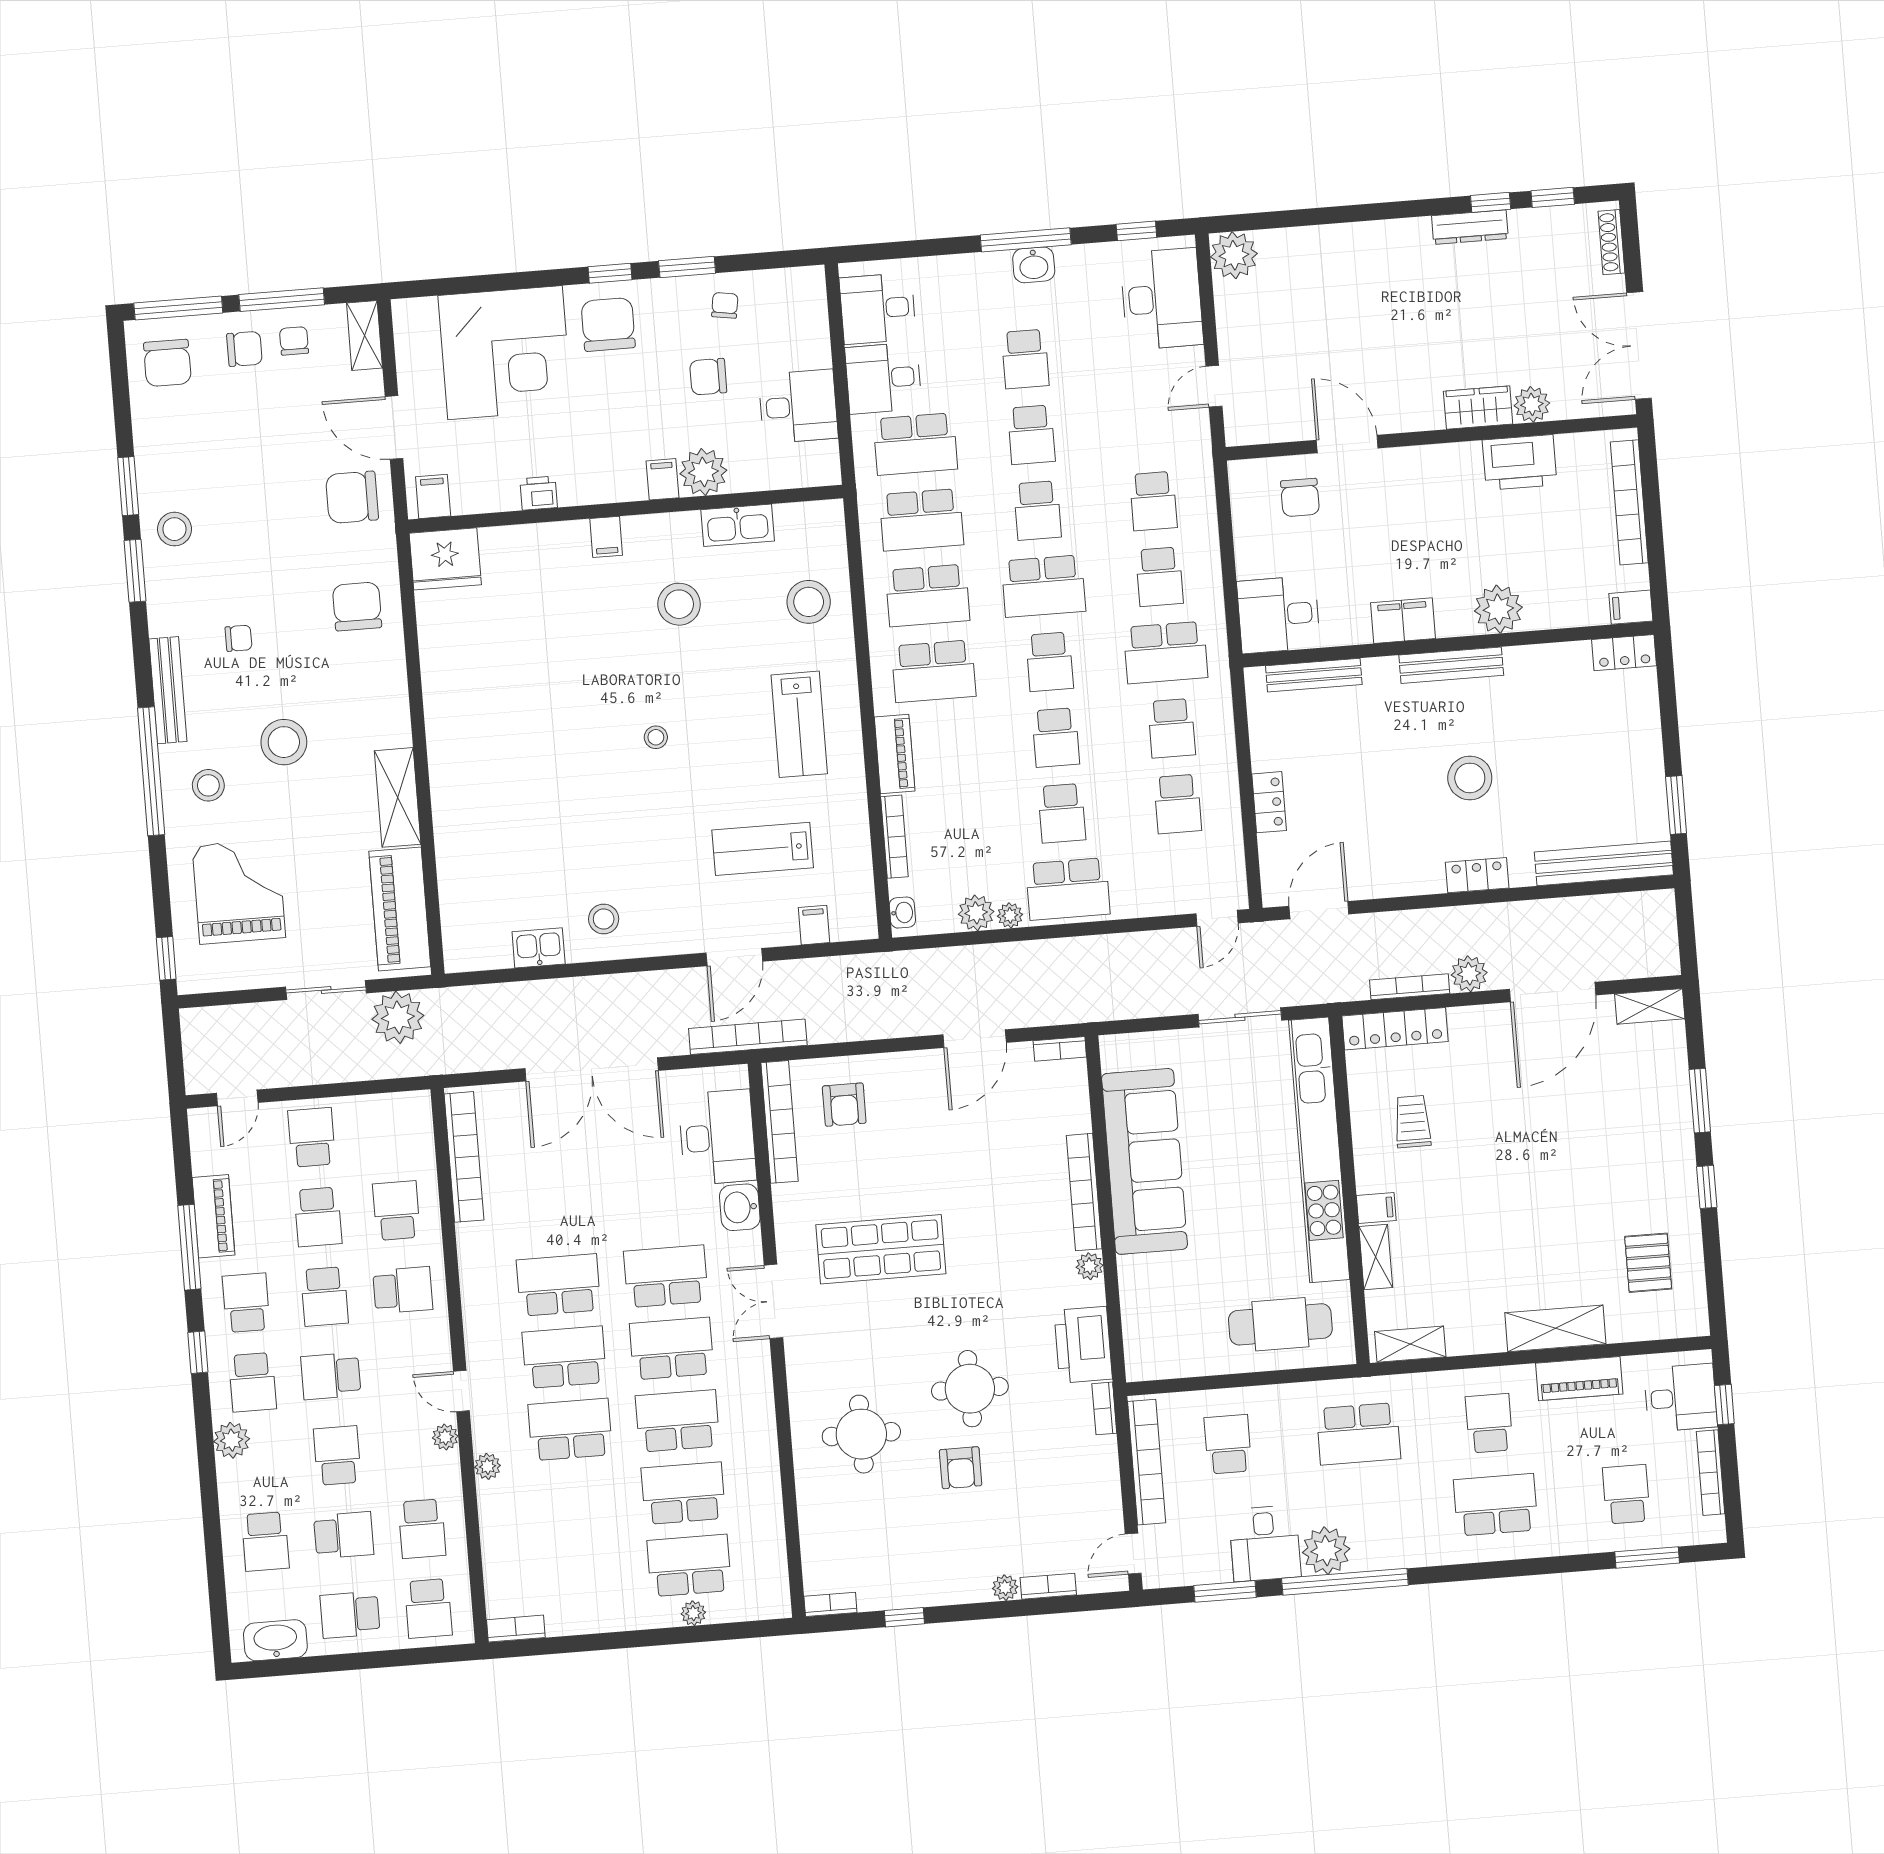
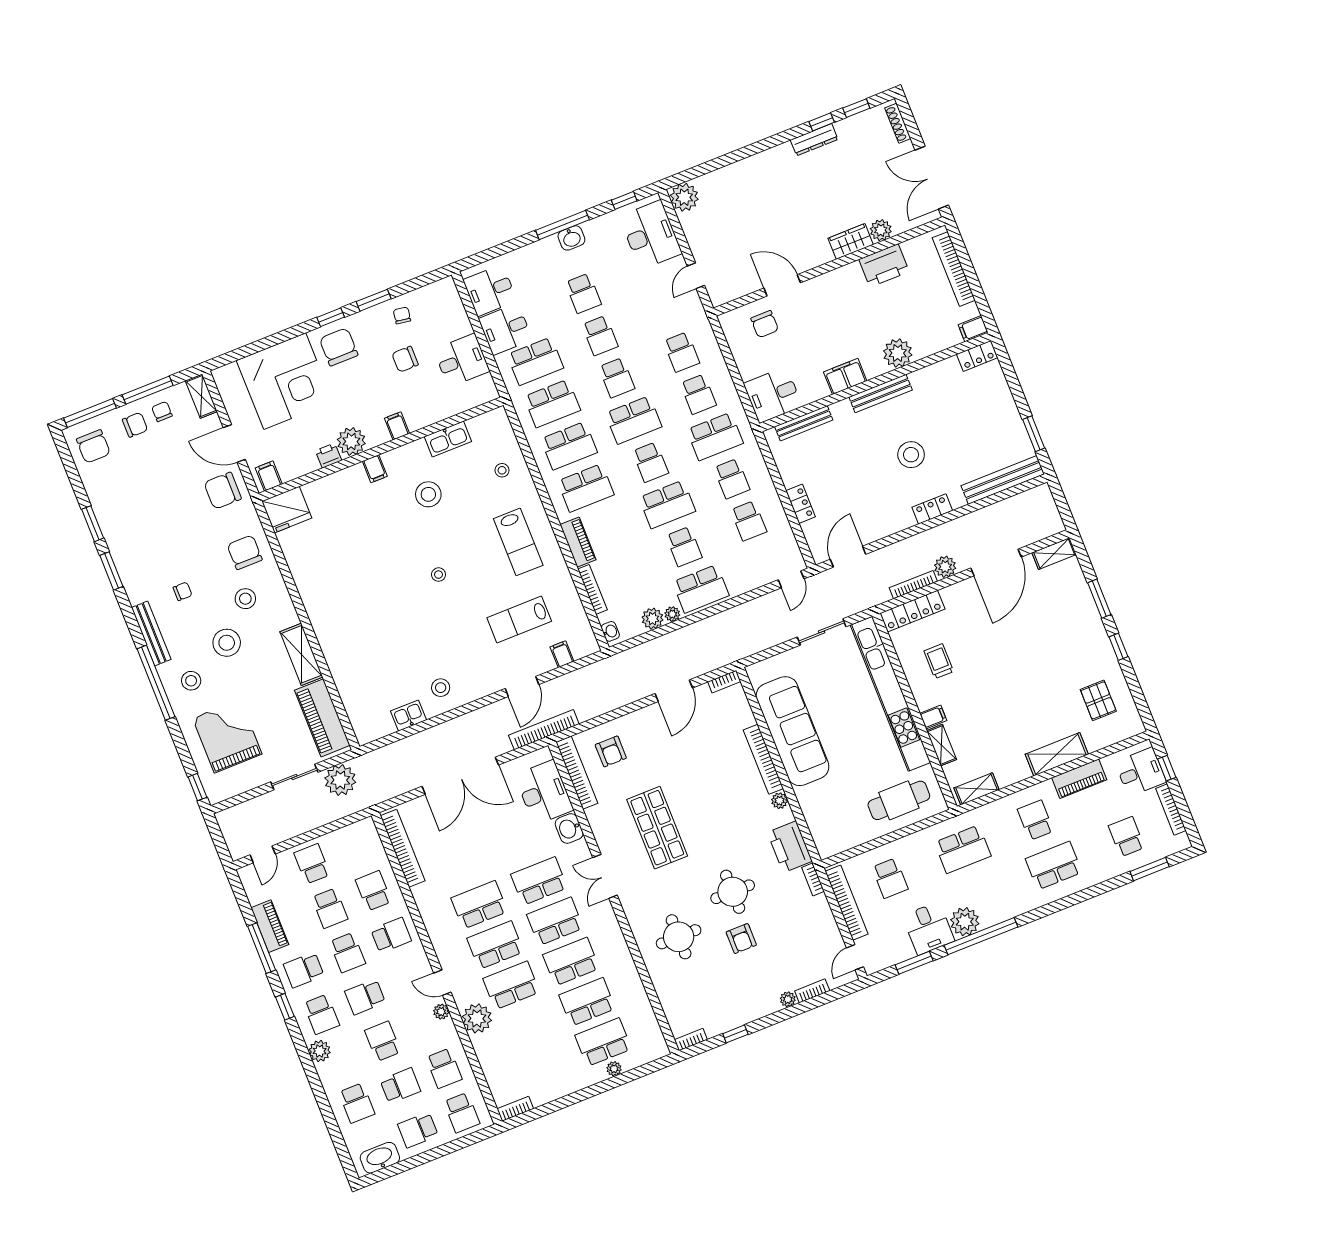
plant: (703, 472) -> (351, 441), moved
stool: (174, 529) -> (245, 599), moved
stool: (809, 602) -> (502, 470), width x0.53, depth x0.53
school desk: (1056, 738) -> (667, 504), width x1.85
shop shelf: (881, 1249) -> (657, 828), turned 90
school desk: (246, 1303) -> (304, 970), turned -90
school desk: (1228, 1444) -> (890, 878), turned 180
plant: (488, 1466) -> (477, 1018), width x1.87, depth x1.87

